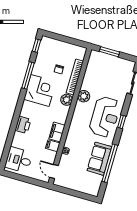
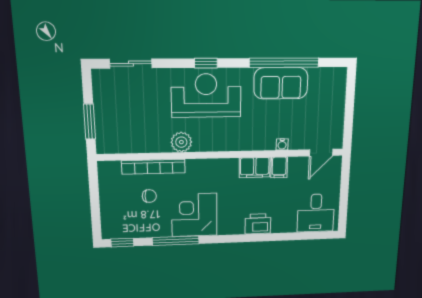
plant: (67, 100) -> (196, 168), removed

